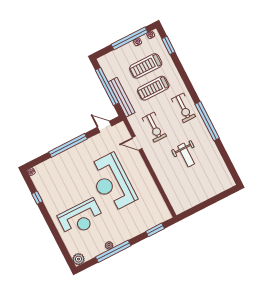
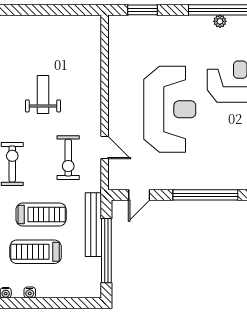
window: (129, 38) -> (39, 303), removed
treadmill: (146, 66) -> (36, 252), turned 180
door: (105, 127) -> (139, 195), hinge flipped
exercise bike: (154, 127) -> (68, 158), turned 180

